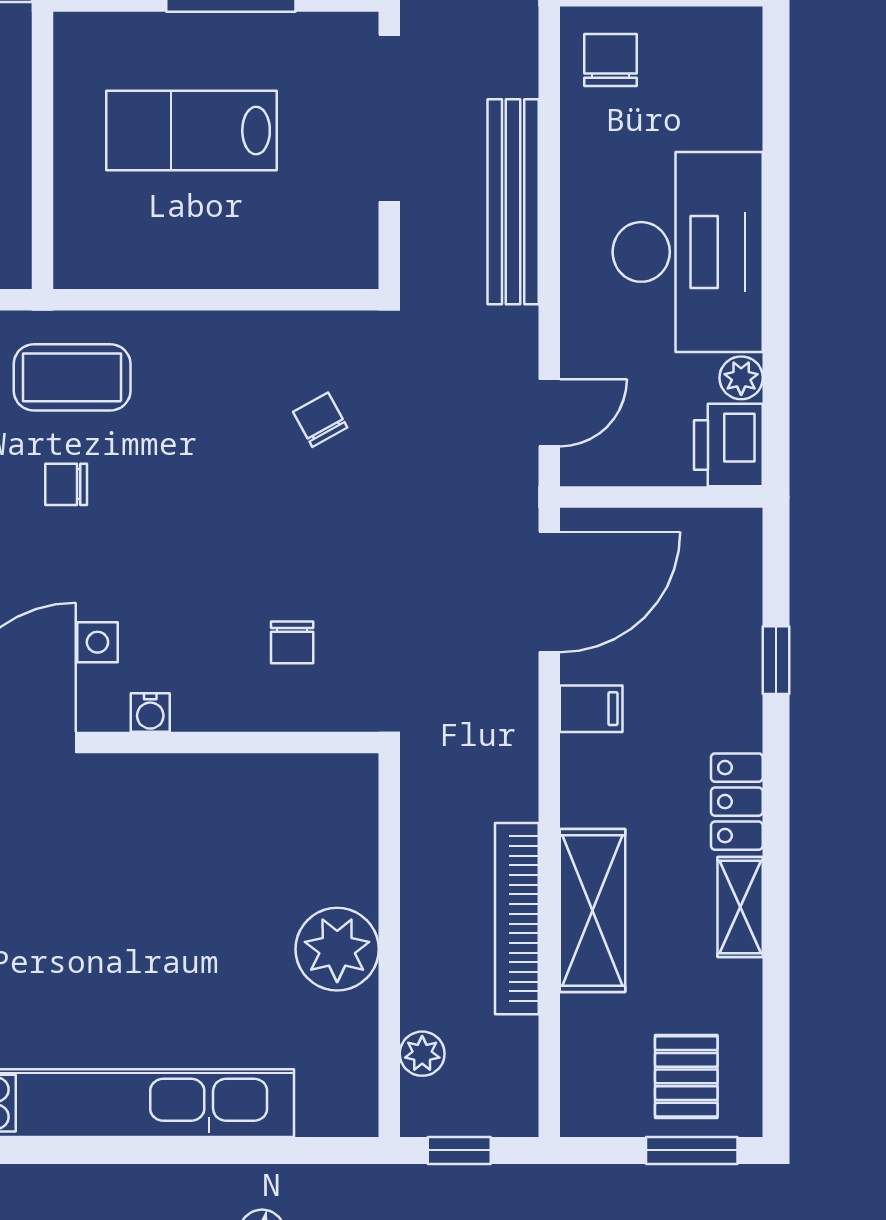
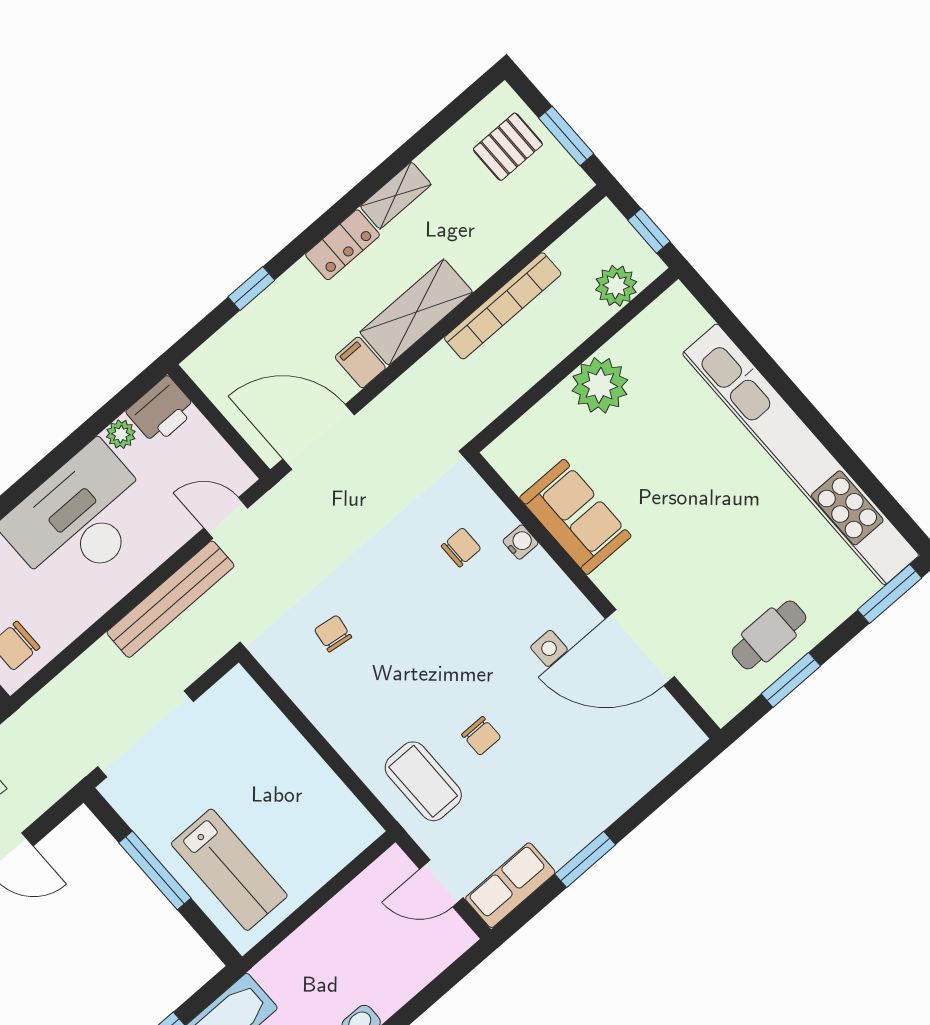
lab bench: (191, 131) -> (229, 870), moved
bench: (513, 202) -> (170, 599), moved
chair: (320, 420) -> (333, 633), turned 127
water cooler: (150, 712) -> (521, 542), moved
sofa: (216, 797) -> (575, 517), added
shelving: (593, 910) -> (416, 312), moved
plant: (422, 1054) -> (616, 286), width x1.38, depth x1.38
window: (692, 1150) -> (566, 136), moved

